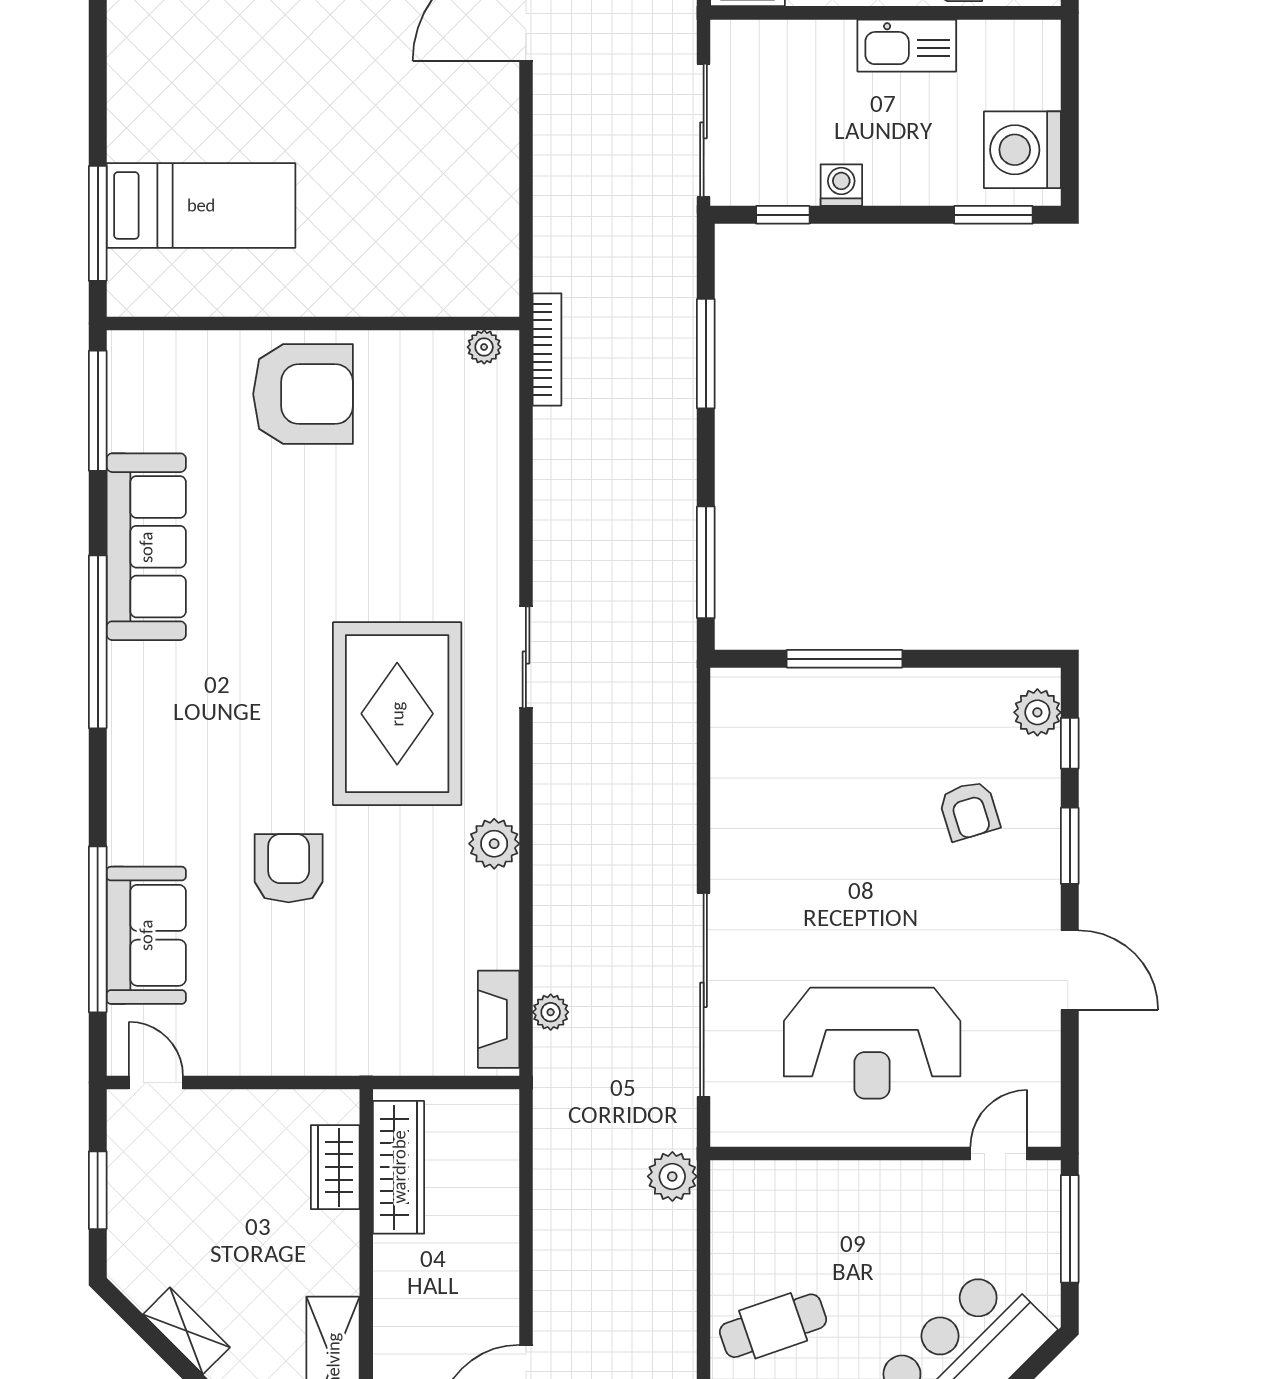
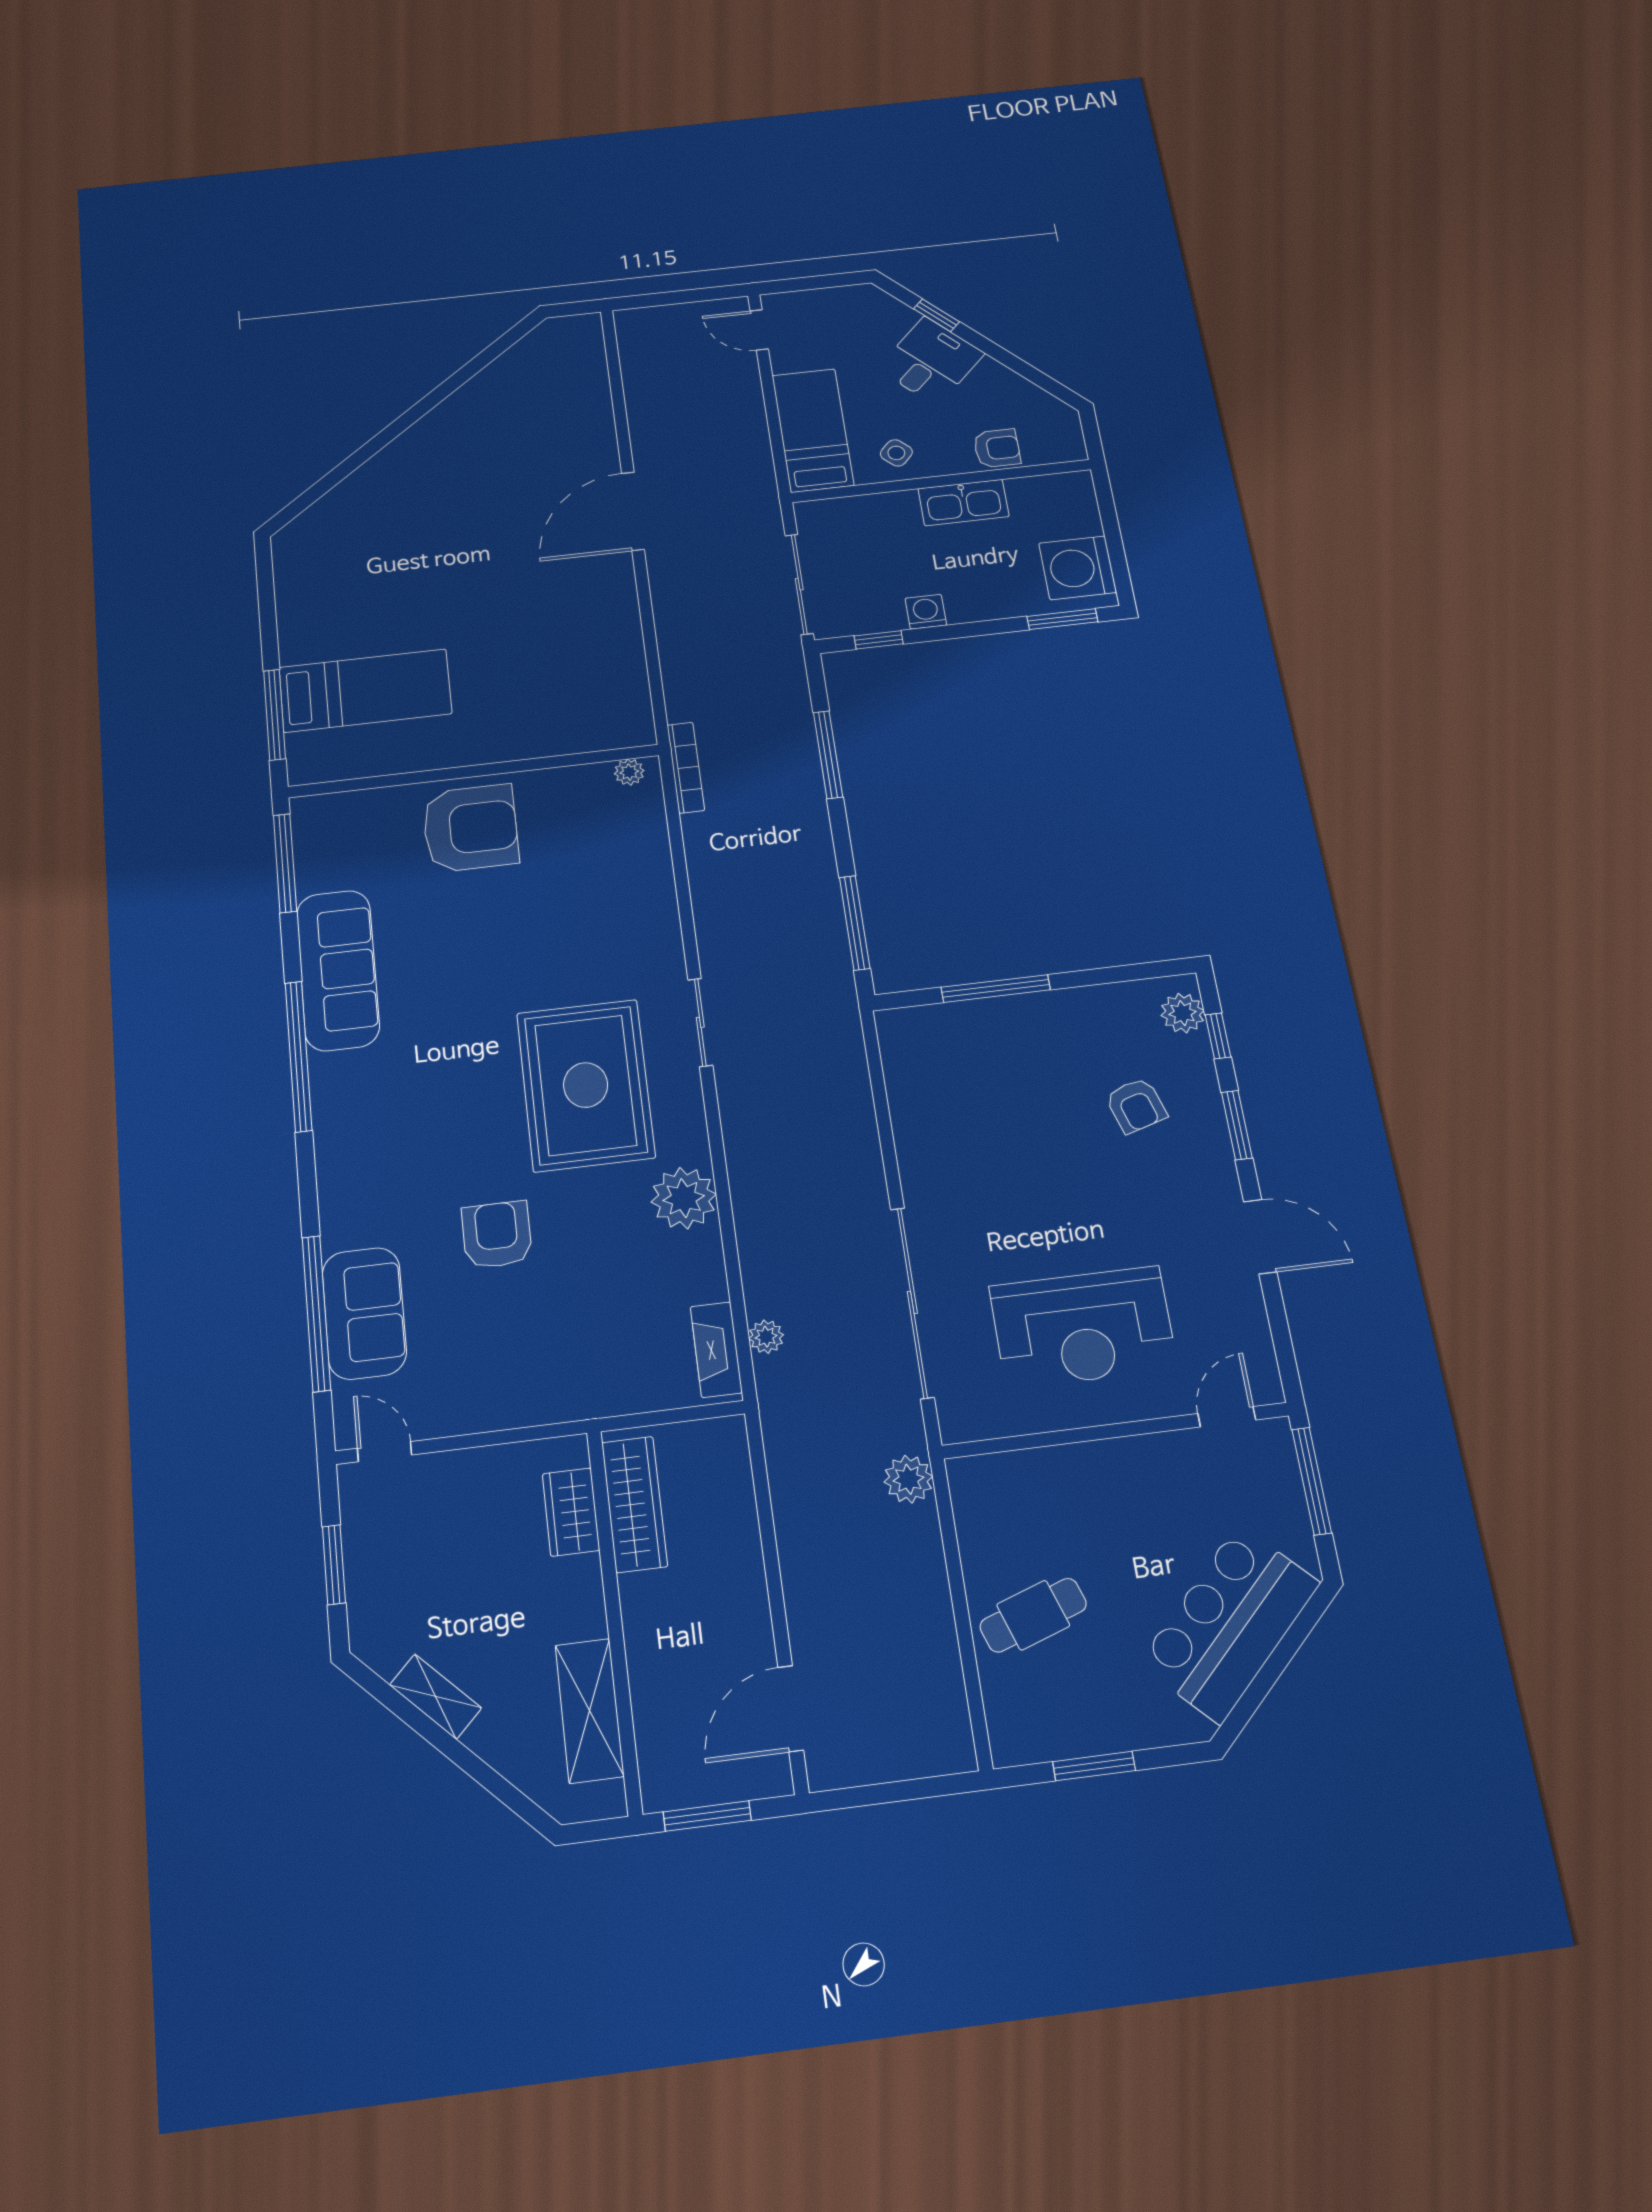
plant: (494, 844) -> (684, 1198), width x1.36, depth x1.36

